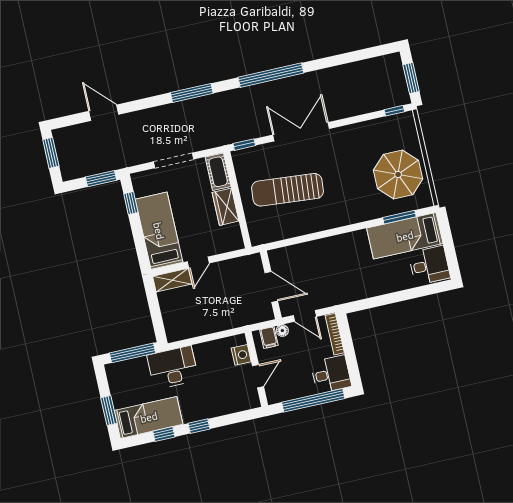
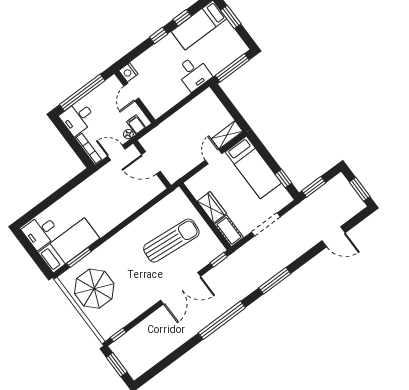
nightstand: (241, 355) -> (128, 72), moved
desk: (173, 368) -> (194, 73), width x0.73

